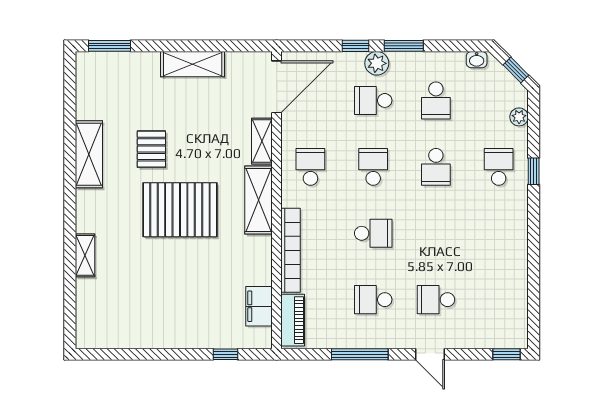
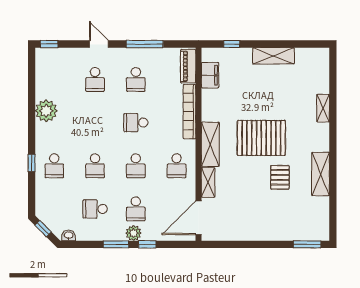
shelving: (193, 64) -> (274, 56), moved
school desk: (373, 100) -> (136, 209), turned 90
school desk: (436, 100) -> (95, 209), turned -90
plant: (519, 117) -> (46, 111), moved, width x1.87, depth x1.87
school desk: (436, 167) -> (95, 166), turned 180
school desk: (373, 300) -> (136, 79), turned 90
school desk: (436, 300) -> (95, 79), turned 90

